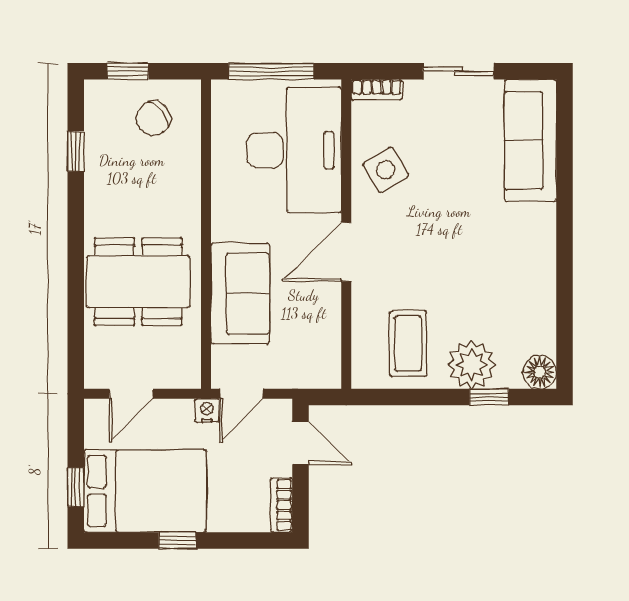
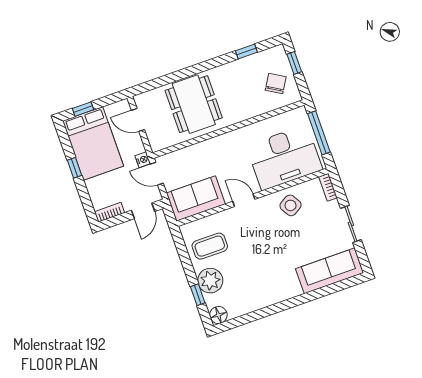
chair: (153, 118) -> (276, 84), turned 69
door: (346, 252) -> (244, 200), width x0.73
sofa: (240, 293) -> (196, 199), moved, turned 180

